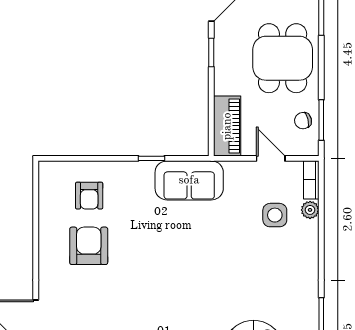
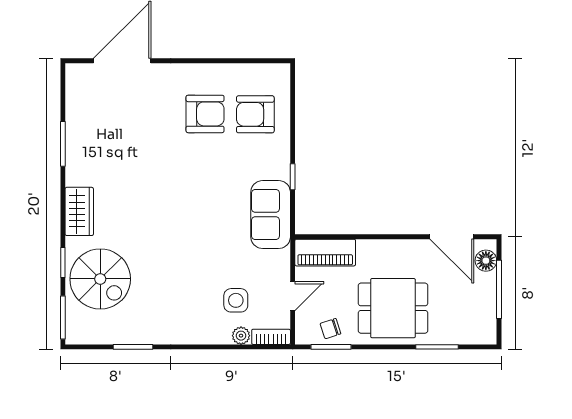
window: (211, 52) -> (399, 237), removed
chair: (303, 121) -> (330, 329), turned -94
armchair: (89, 196) -> (255, 114), width x1.38, depth x1.38

